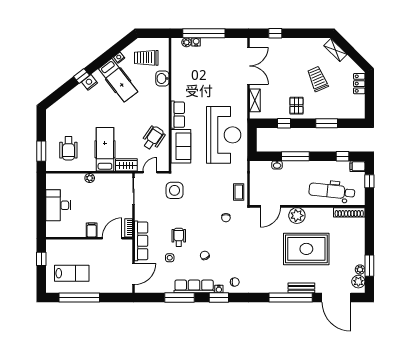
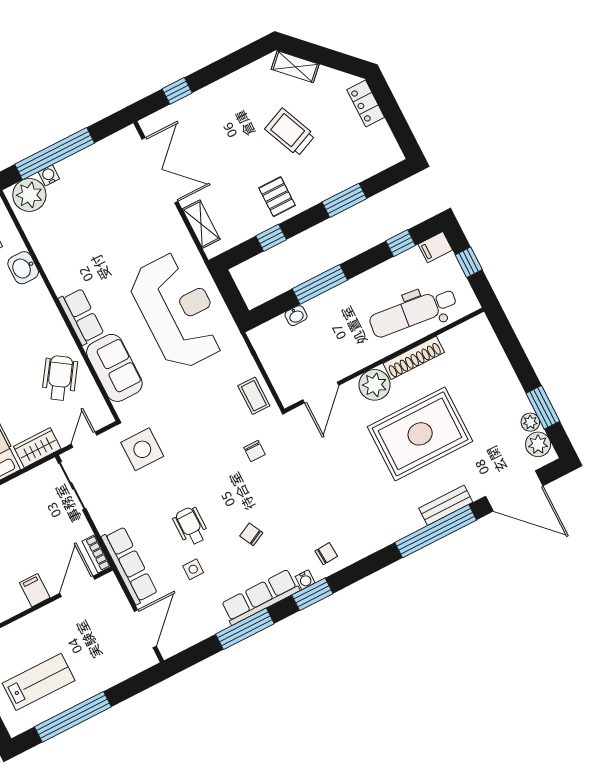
plant: (186, 42) -> (29, 195), width x1.88, depth x1.88
shoe rack: (349, 212) -> (414, 358), moved

